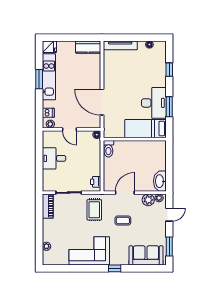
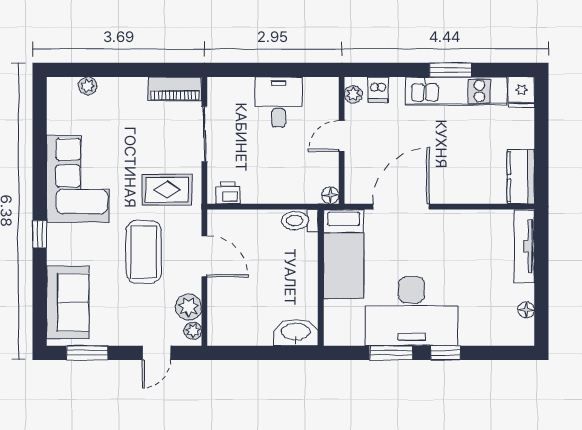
window: (169, 70) -> (445, 353), moved
desk: (154, 103) -> (412, 311), width x1.36, depth x1.30
bed: (145, 129) -> (344, 254), moved, turned 180
washbasin: (160, 181) -> (296, 332), moved
door: (169, 215) -> (157, 353), hinge flipped
coffee table: (123, 221) -> (144, 252), width x1.86, depth x1.72

